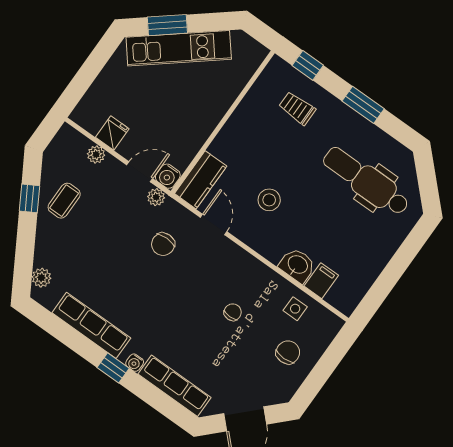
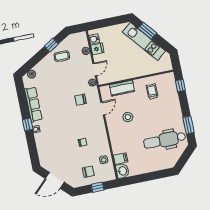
window: (363, 105) -> (188, 125), moved
trolley: (297, 108) -> (152, 91), moved
door: (140, 172) -> (95, 69), hinge flipped
water cooler: (168, 176) -> (94, 39), moved
kitchen counter: (201, 180) -> (122, 88), moved
dental chair: (366, 181) -> (165, 140), turned -90
washbasin: (297, 265) -> (122, 171), moved
window: (327, 364) -> (97, 187), added
row of seats: (174, 386) -> (42, 149), removed

